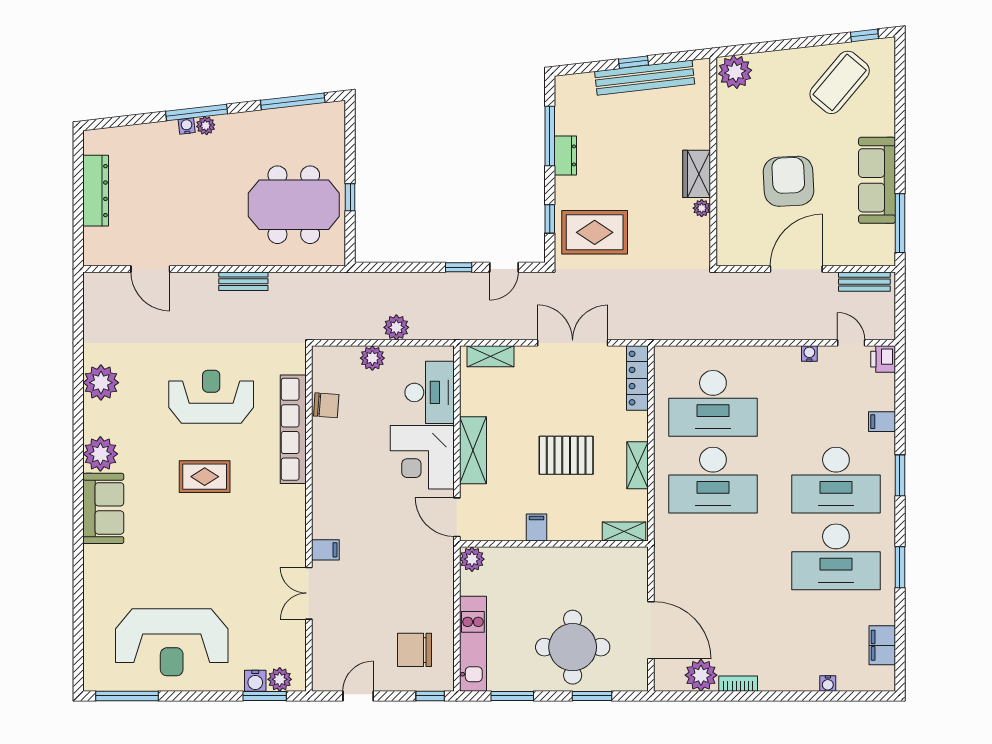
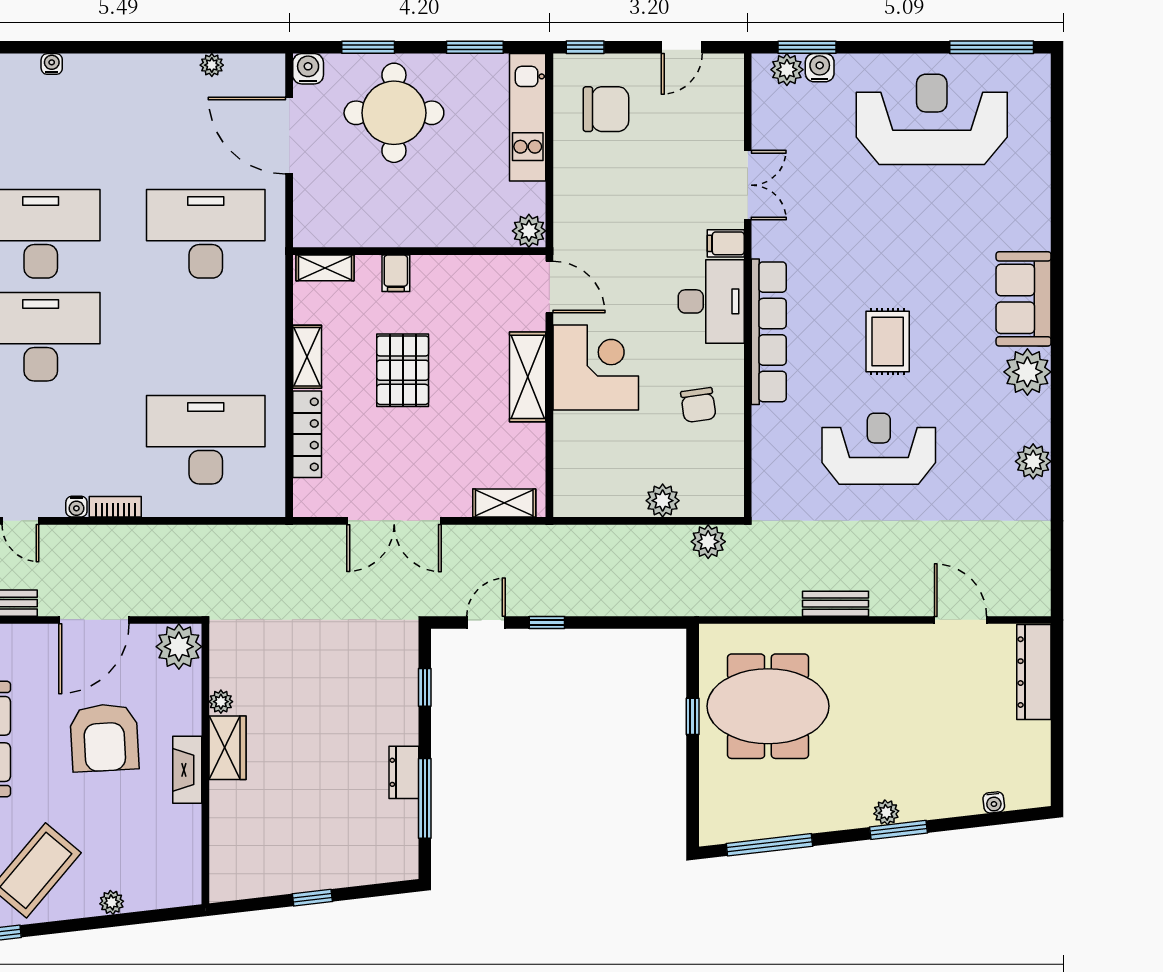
plant: (735, 72) -> (112, 902), moved, width x0.53, depth x0.53
bench: (645, 78) -> (297, 877), removed
window: (197, 113) -> (898, 830), width x0.69
water cooler: (187, 126) -> (994, 802), moved
fireplace: (727, 157) -> (187, 770), added
dresser: (96, 191) -> (1034, 672), moved
rug: (595, 232) -> (364, 669), removed
plant: (733, 249) -> (179, 647), added
plant: (396, 327) -> (708, 542), moved
locker: (637, 378) -> (307, 434), moved
plant: (101, 383) -> (1033, 461), width x0.73, depth x0.73
desk: (430, 392) -> (711, 301), moved, turned 180
reception desk: (211, 397) -> (879, 449), turned 180
chair: (326, 405) -> (698, 405), moved, turned -102
row of seats: (293, 429) -> (769, 332), moved
pallet: (566, 455) -> (403, 370), turned 90
rug: (205, 477) -> (888, 342), turned 90
desk: (713, 480) -> (206, 234), moved
filing cabinet: (537, 528) -> (396, 273), moved
plant: (701, 675) -> (212, 65), width x0.53, depth x0.53
water cooler: (637, 680) -> (308, 69), added
bookcase: (738, 684) -> (115, 507), moved, turned 180

